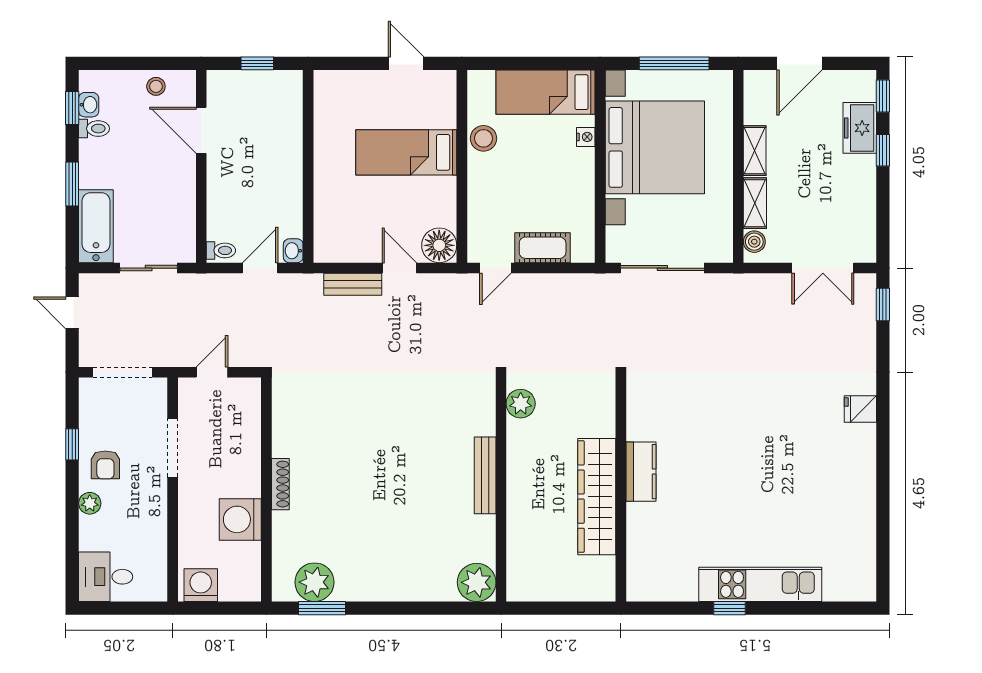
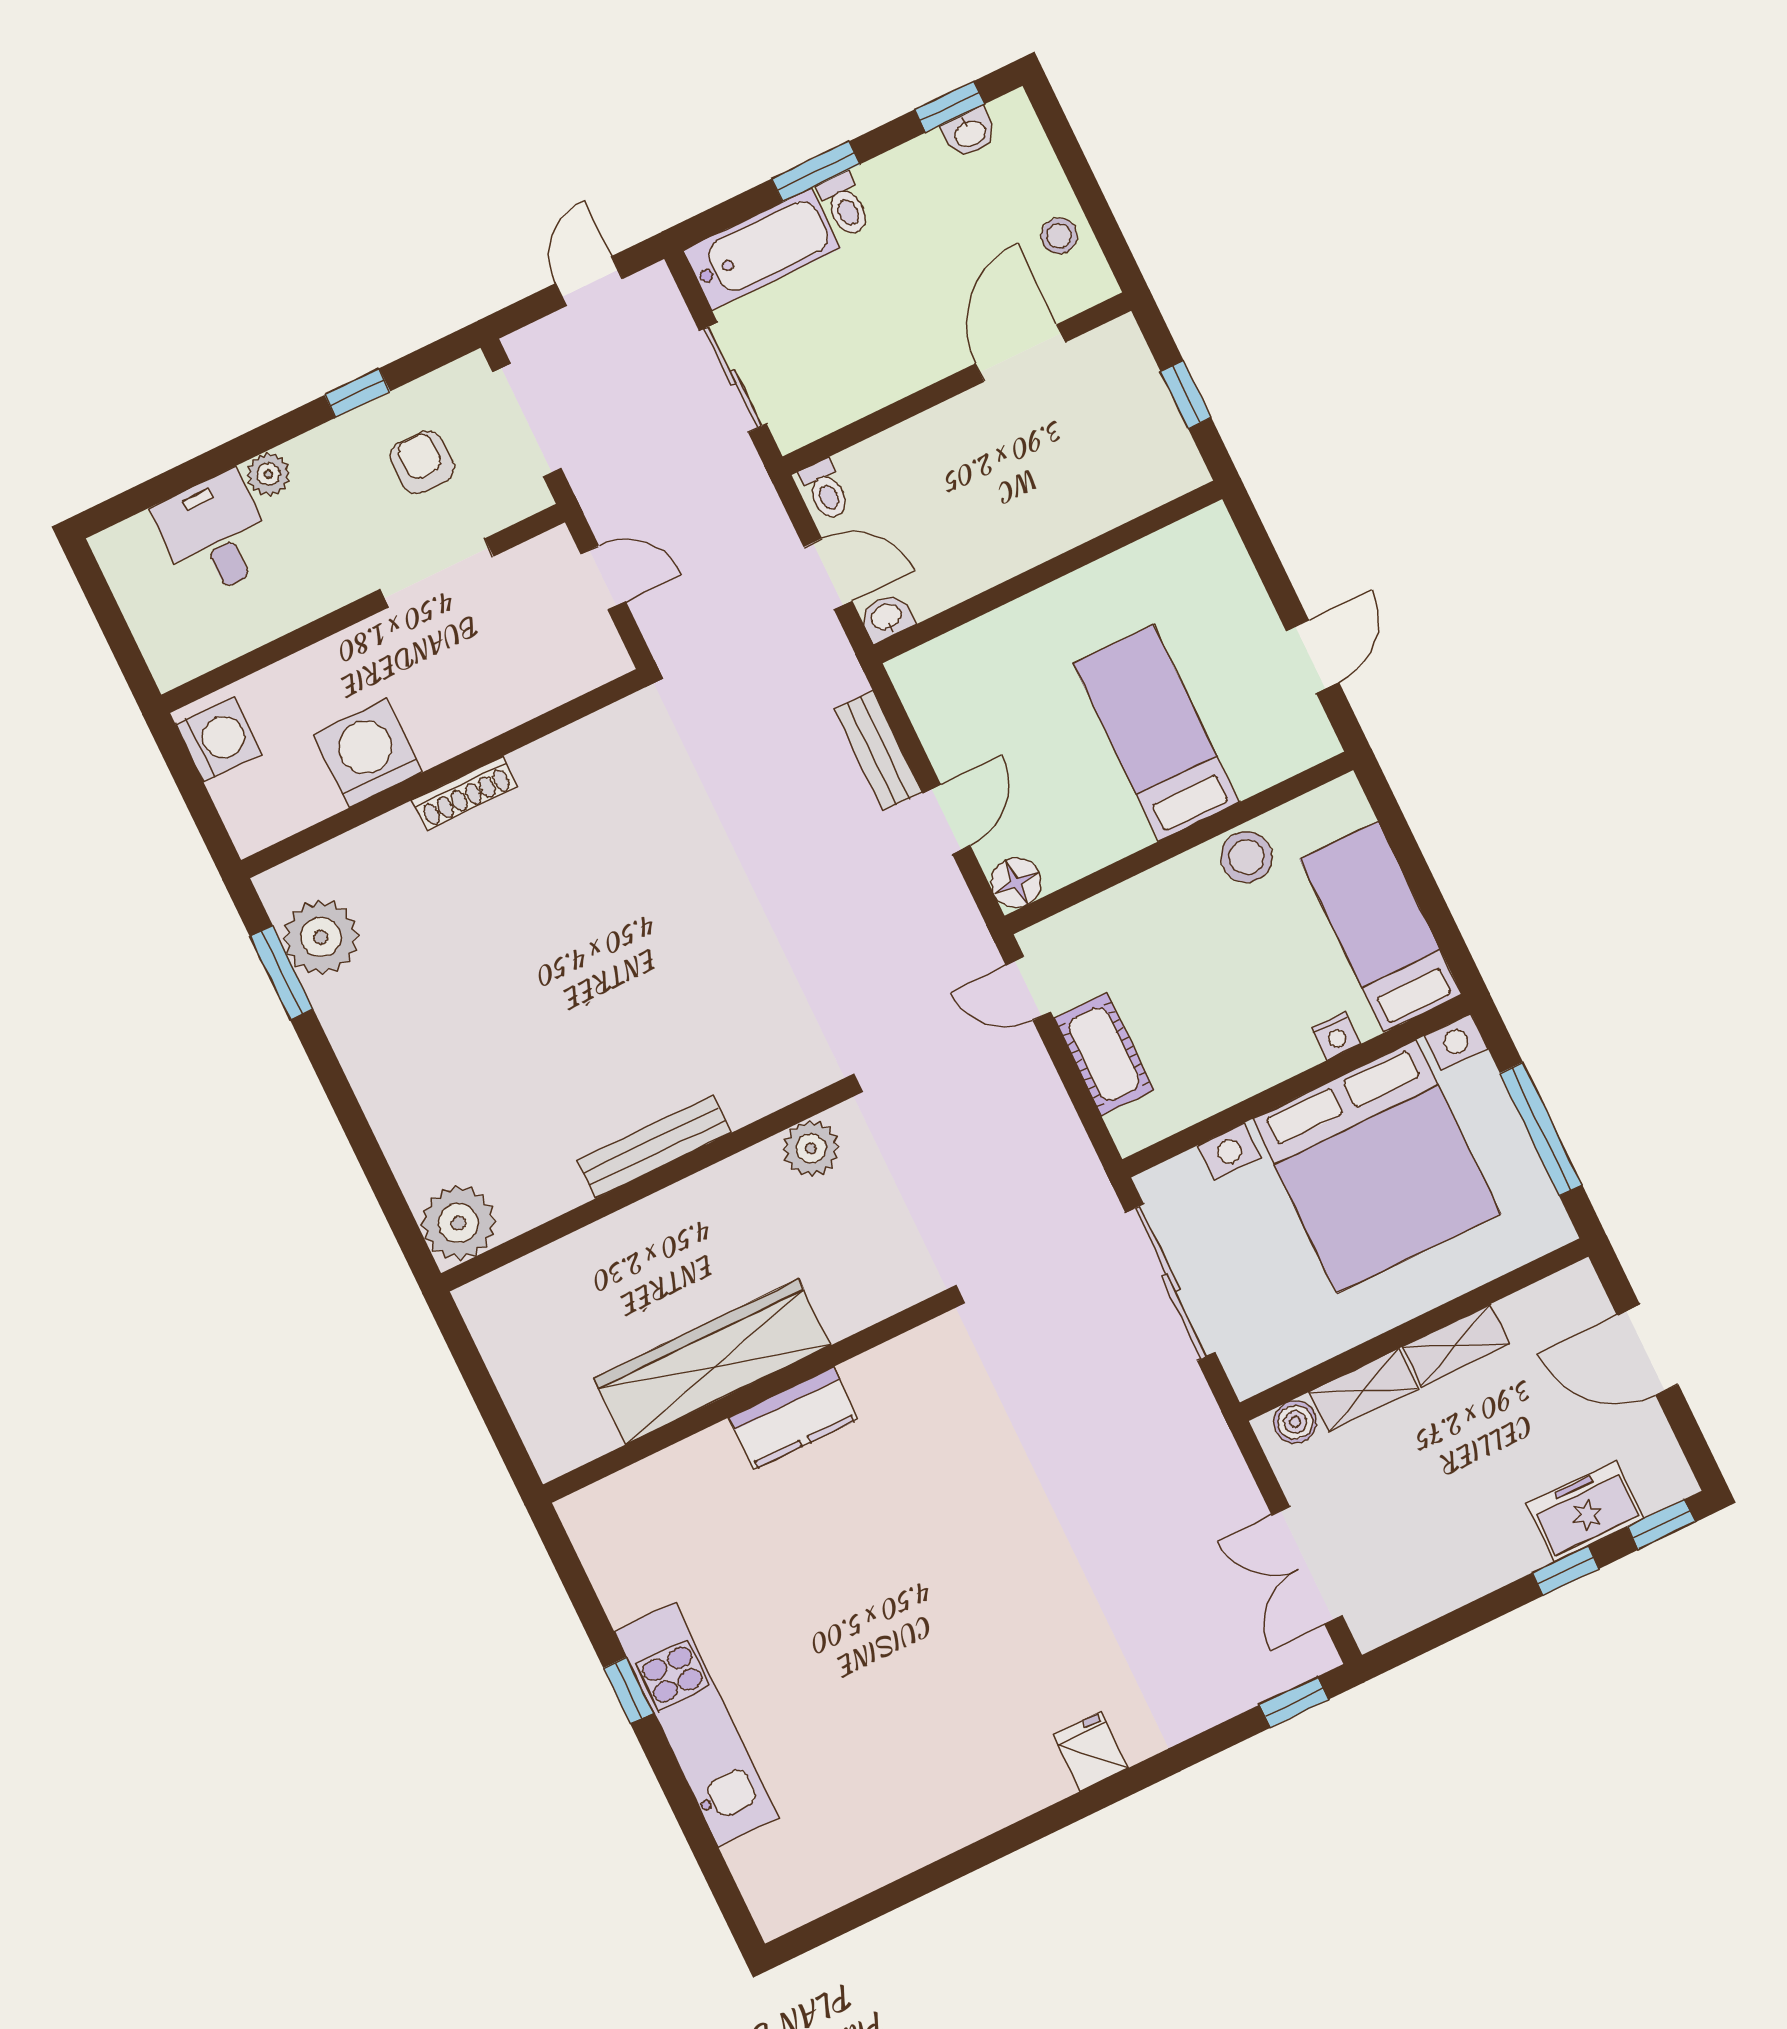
toilet: (94, 129) -> (845, 205), moved
floor lamp: (439, 245) -> (1016, 883), width x0.73, depth x0.73
armchair: (105, 465) -> (422, 462), moved, turned 90
desk: (106, 577) -> (215, 535), moved

